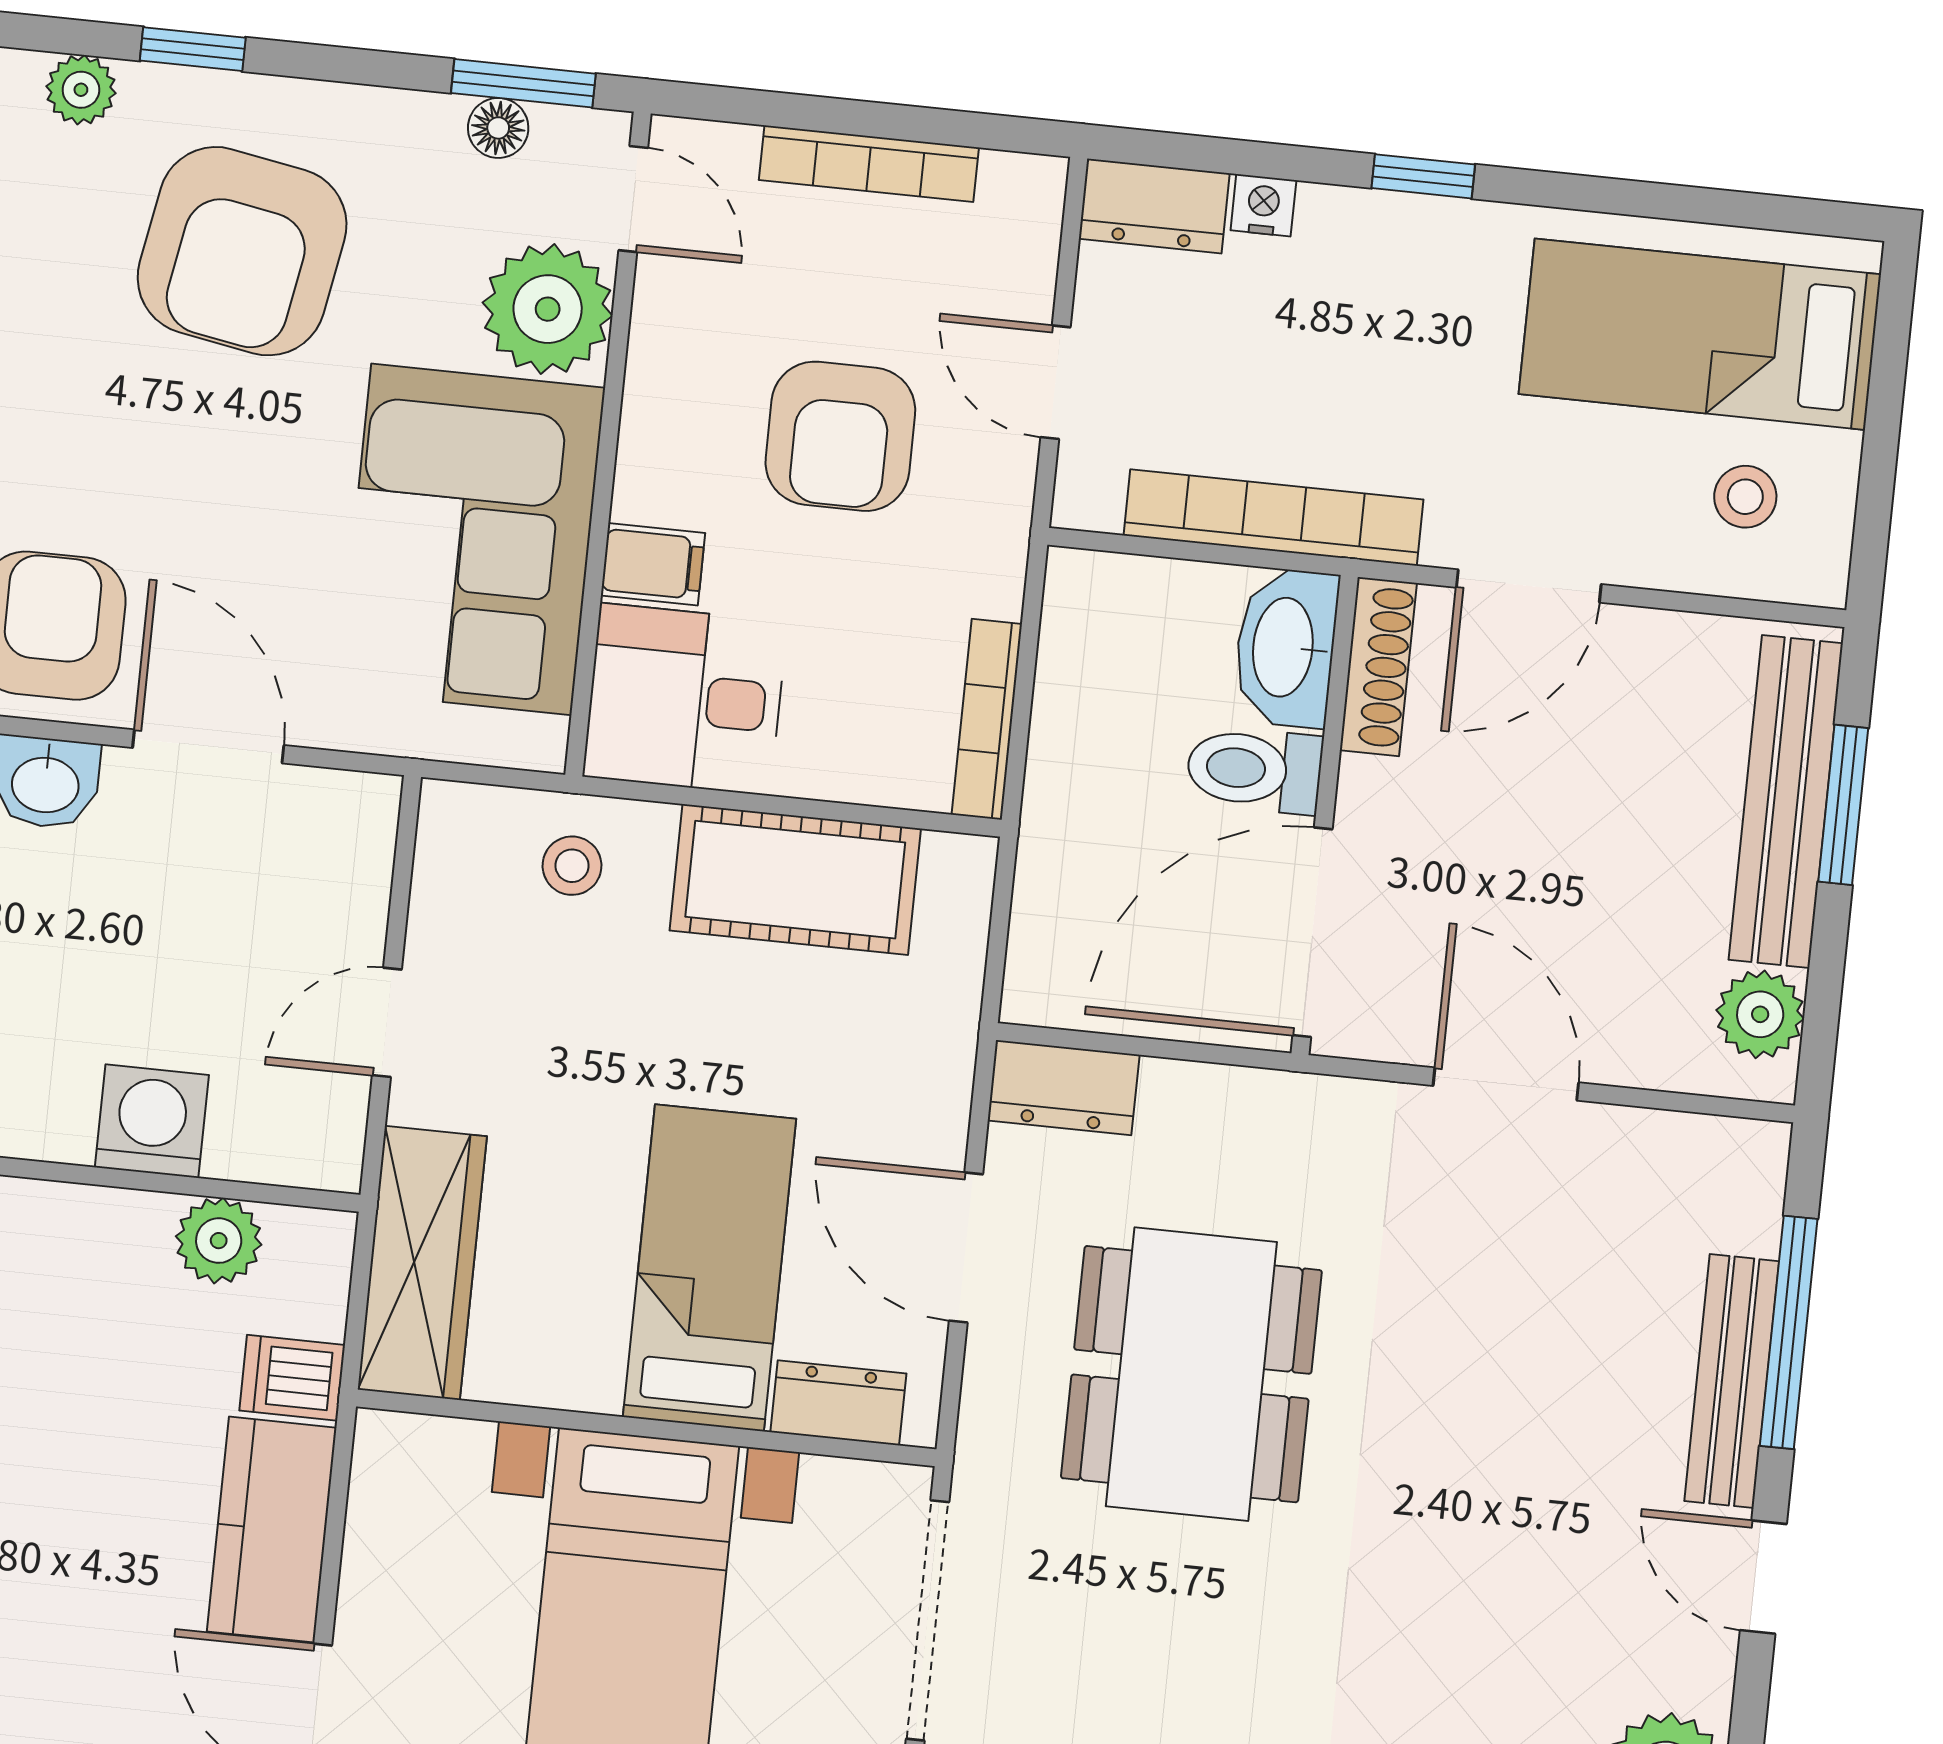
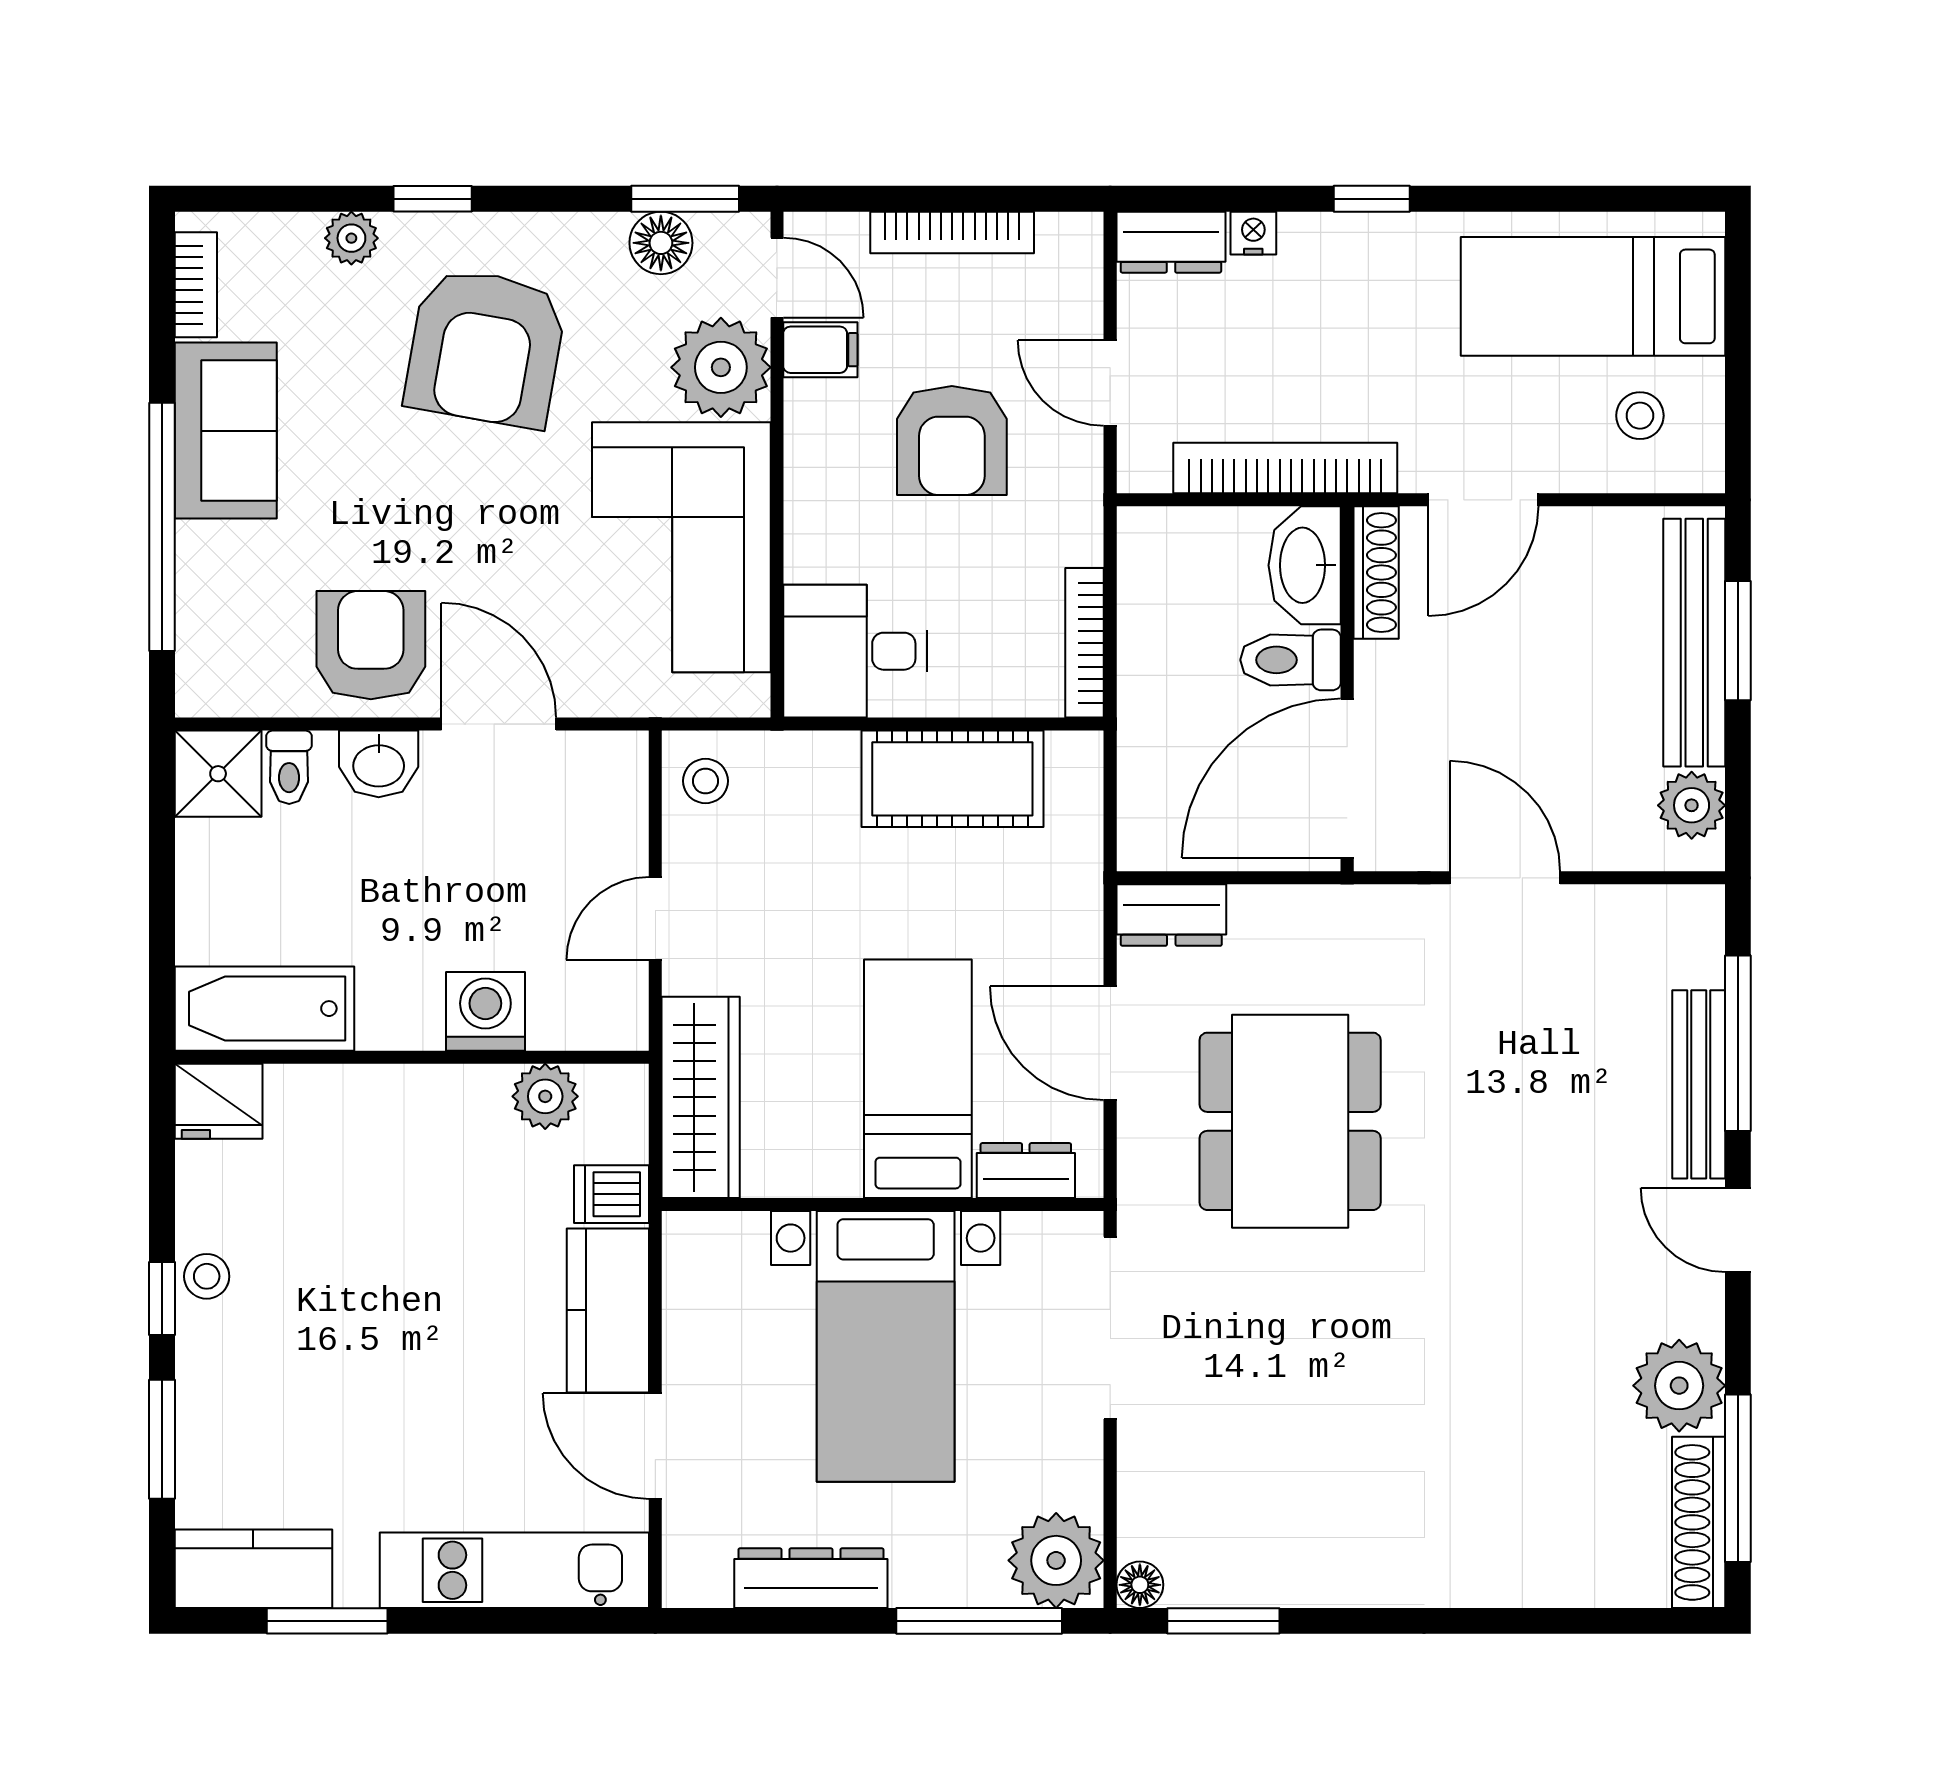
floor lamp: (498, 128) -> (661, 243), width x1.37, depth x1.37
filing cabinet: (653, 564) -> (820, 350), moved
stool: (572, 866) -> (705, 781), moved

